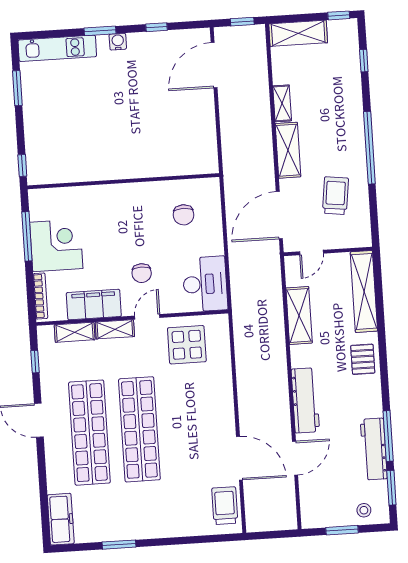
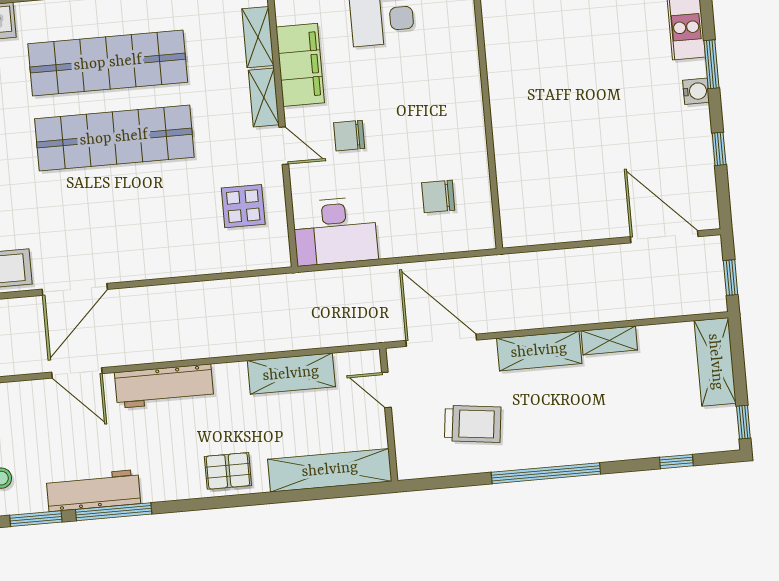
display table: (187, 345) -> (243, 206), width x0.73, depth x0.73

